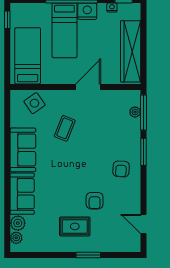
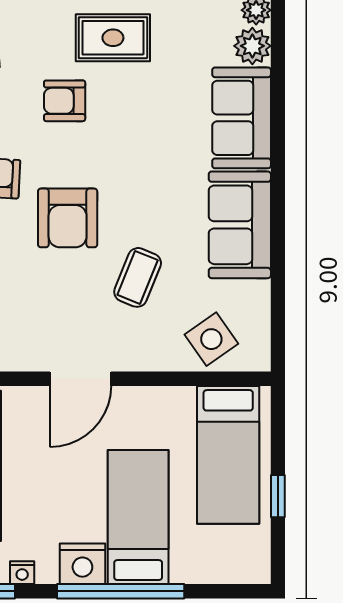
window: (7, 20) -> (278, 496), moved
armchair: (93, 153) -> (68, 218), added
armchair: (95, 201) -> (65, 101), turned -90

